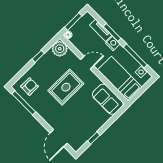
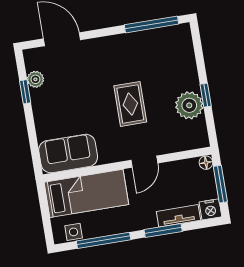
nightstand: (113, 43) -> (210, 209), moved
plant: (60, 49) -> (189, 105), moved
armchair: (30, 86) -> (170, 50), removed
rug: (66, 87) -> (130, 104), width x0.73, depth x0.70
plant: (85, 137) -> (35, 79), added

